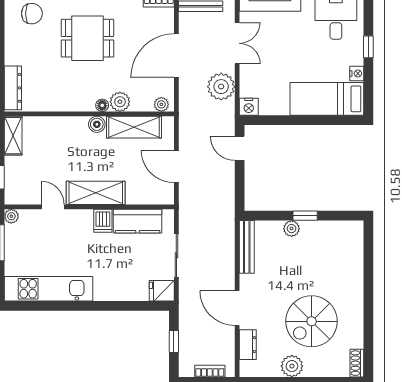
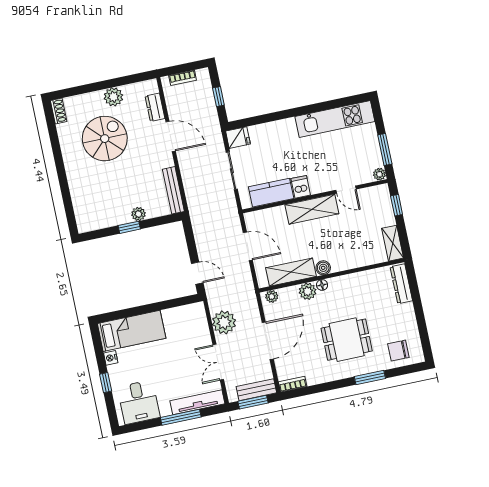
nightstand: (249, 107) -> (197, 310), removed

